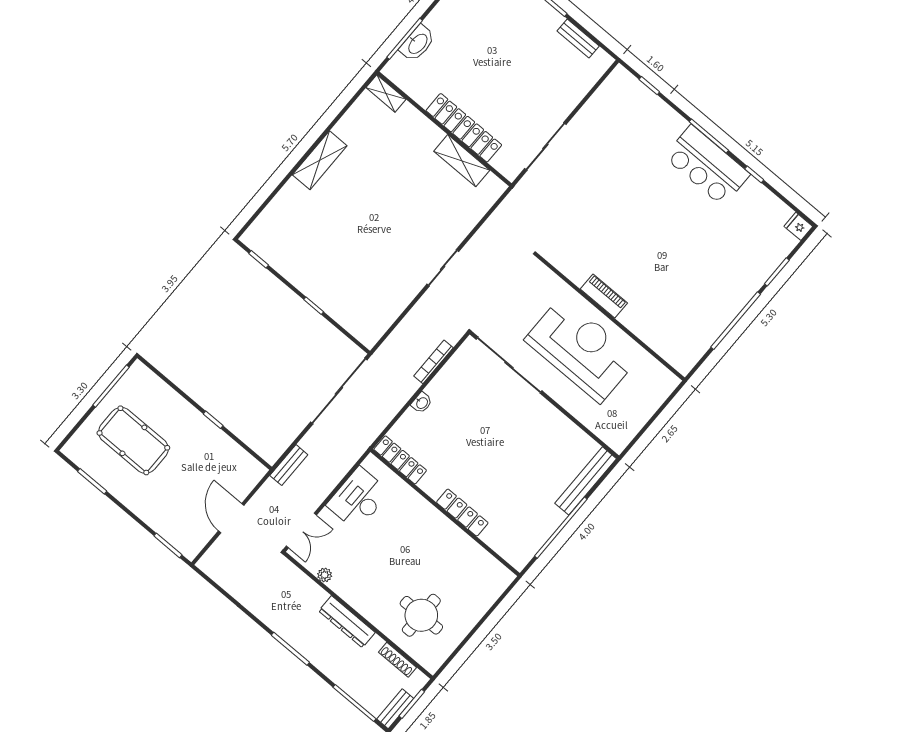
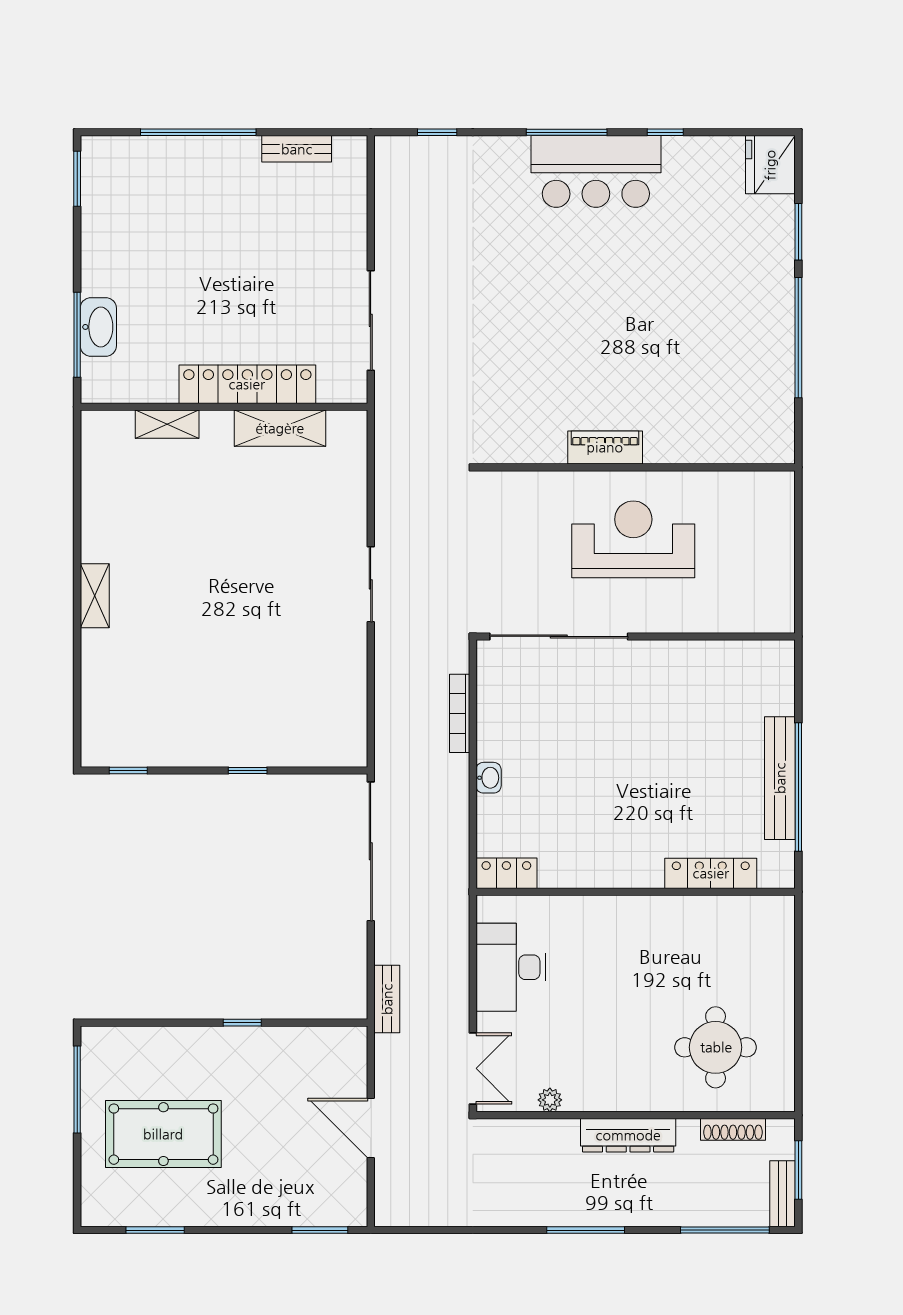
shelving: (386, 93) -> (167, 424), moved
shelving: (320, 160) -> (95, 596), width x0.67, depth x0.75
fridge: (798, 226) -> (770, 165), width x1.88, depth x1.34
reception desk: (581, 349) -> (633, 539), width x0.74, depth x0.77
locker: (400, 460) -> (506, 873), width x0.66
bench: (586, 481) -> (780, 778), moved
locker: (462, 513) -> (711, 873), moved

